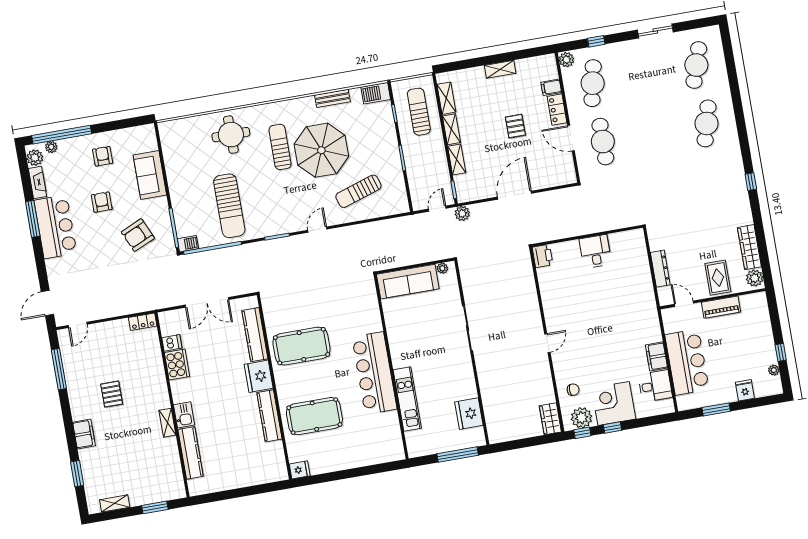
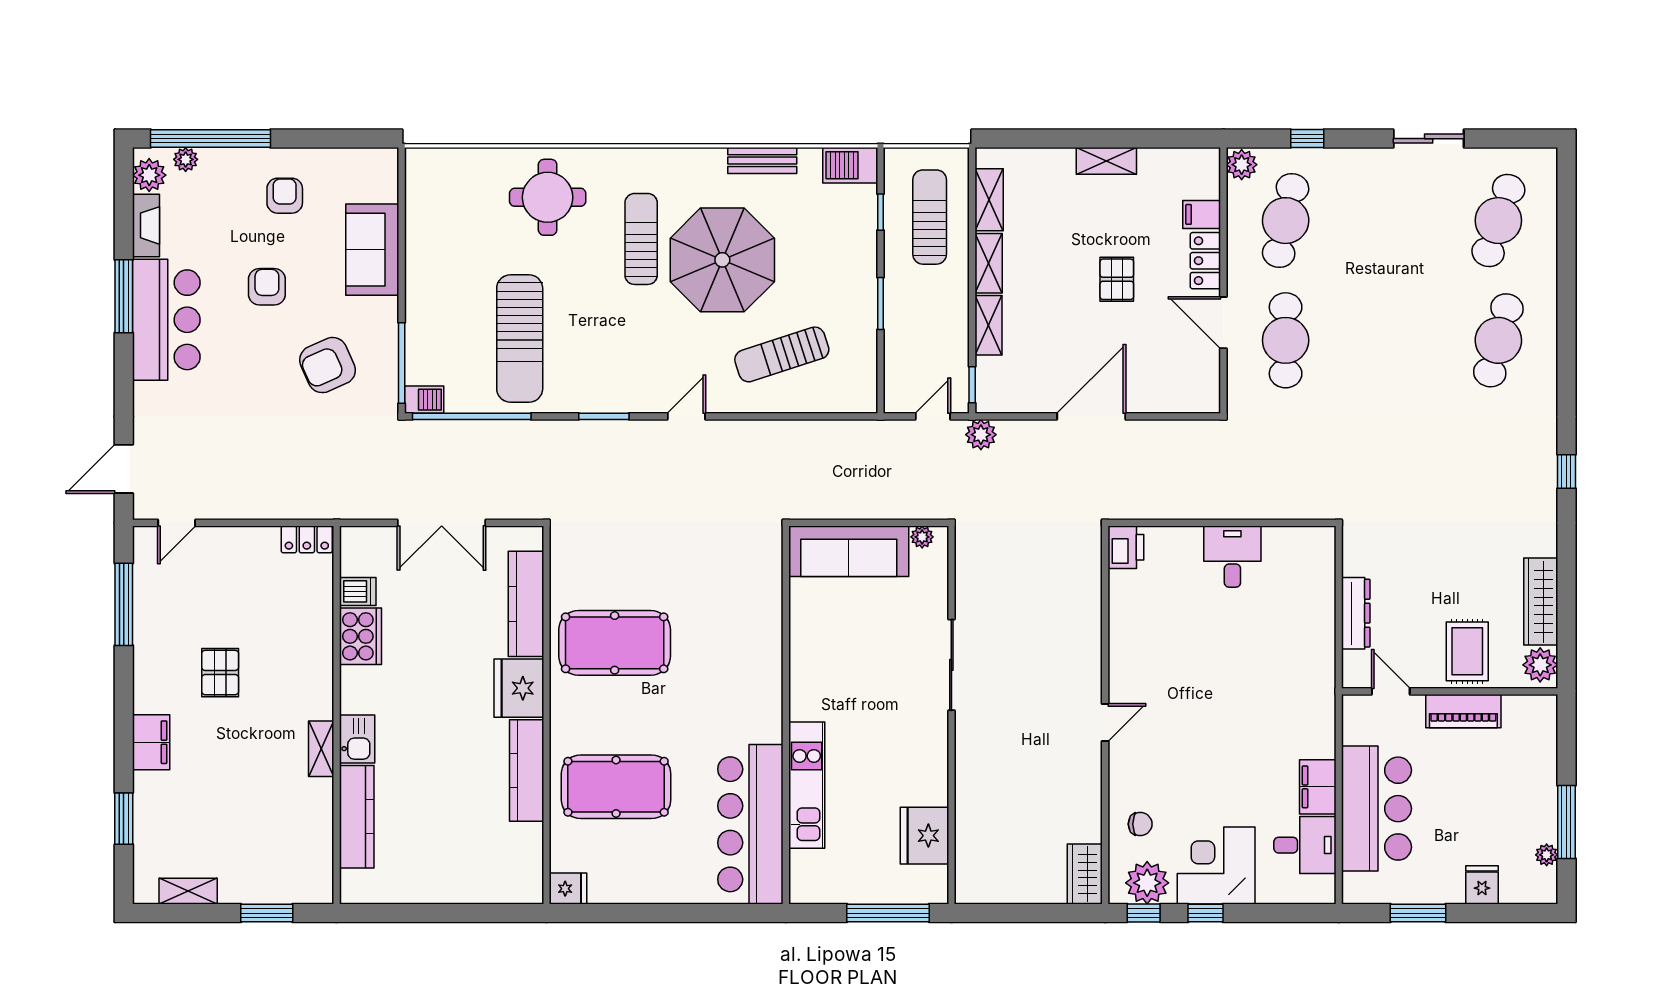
window: (781, 352) -> (1566, 822), width x2.17
bar counter: (374, 373) -> (750, 824), moved

